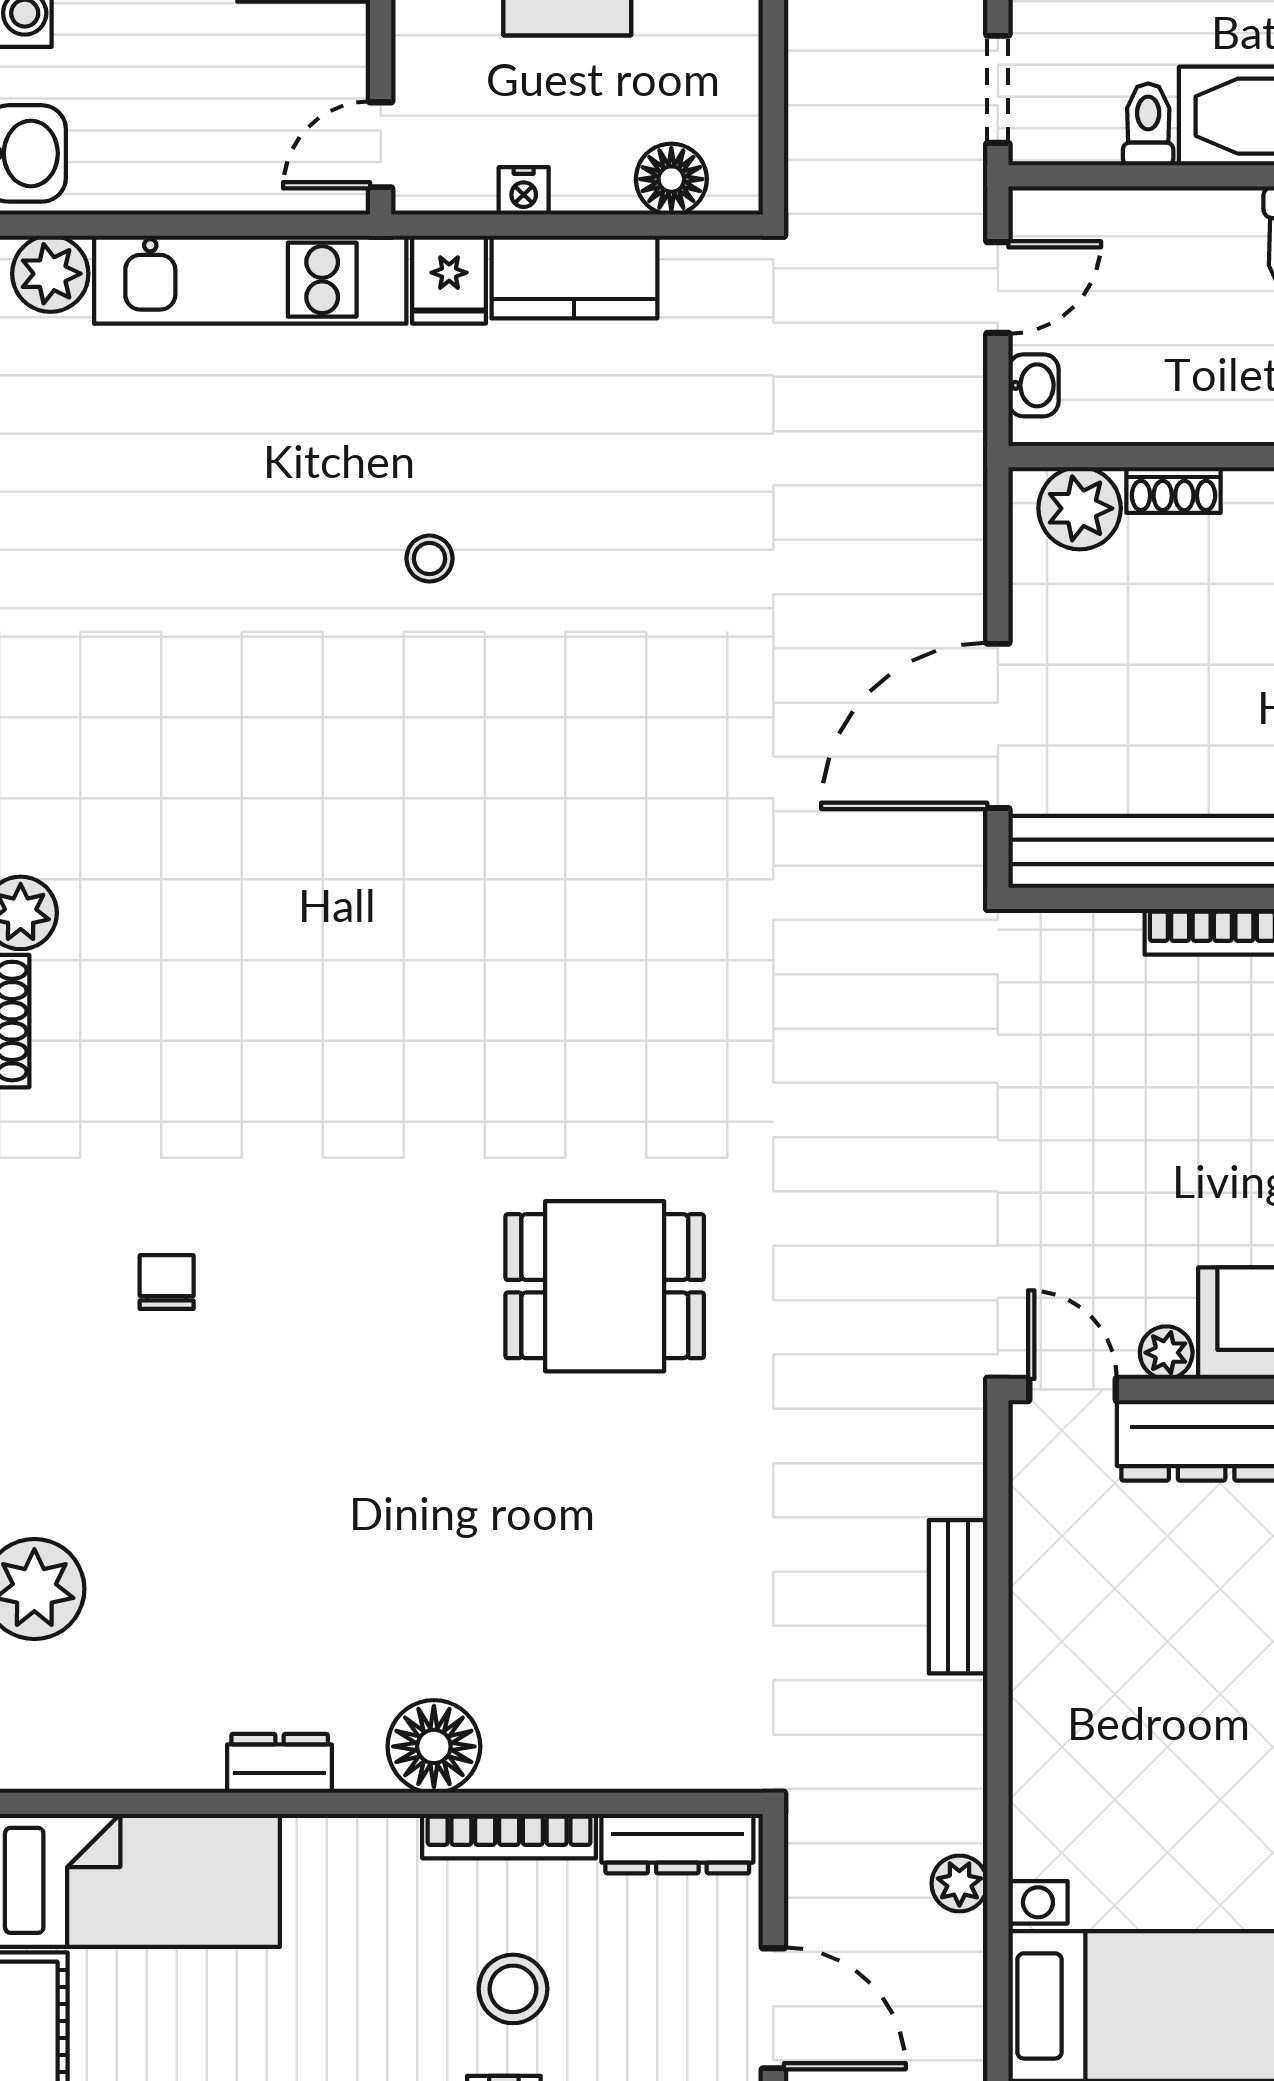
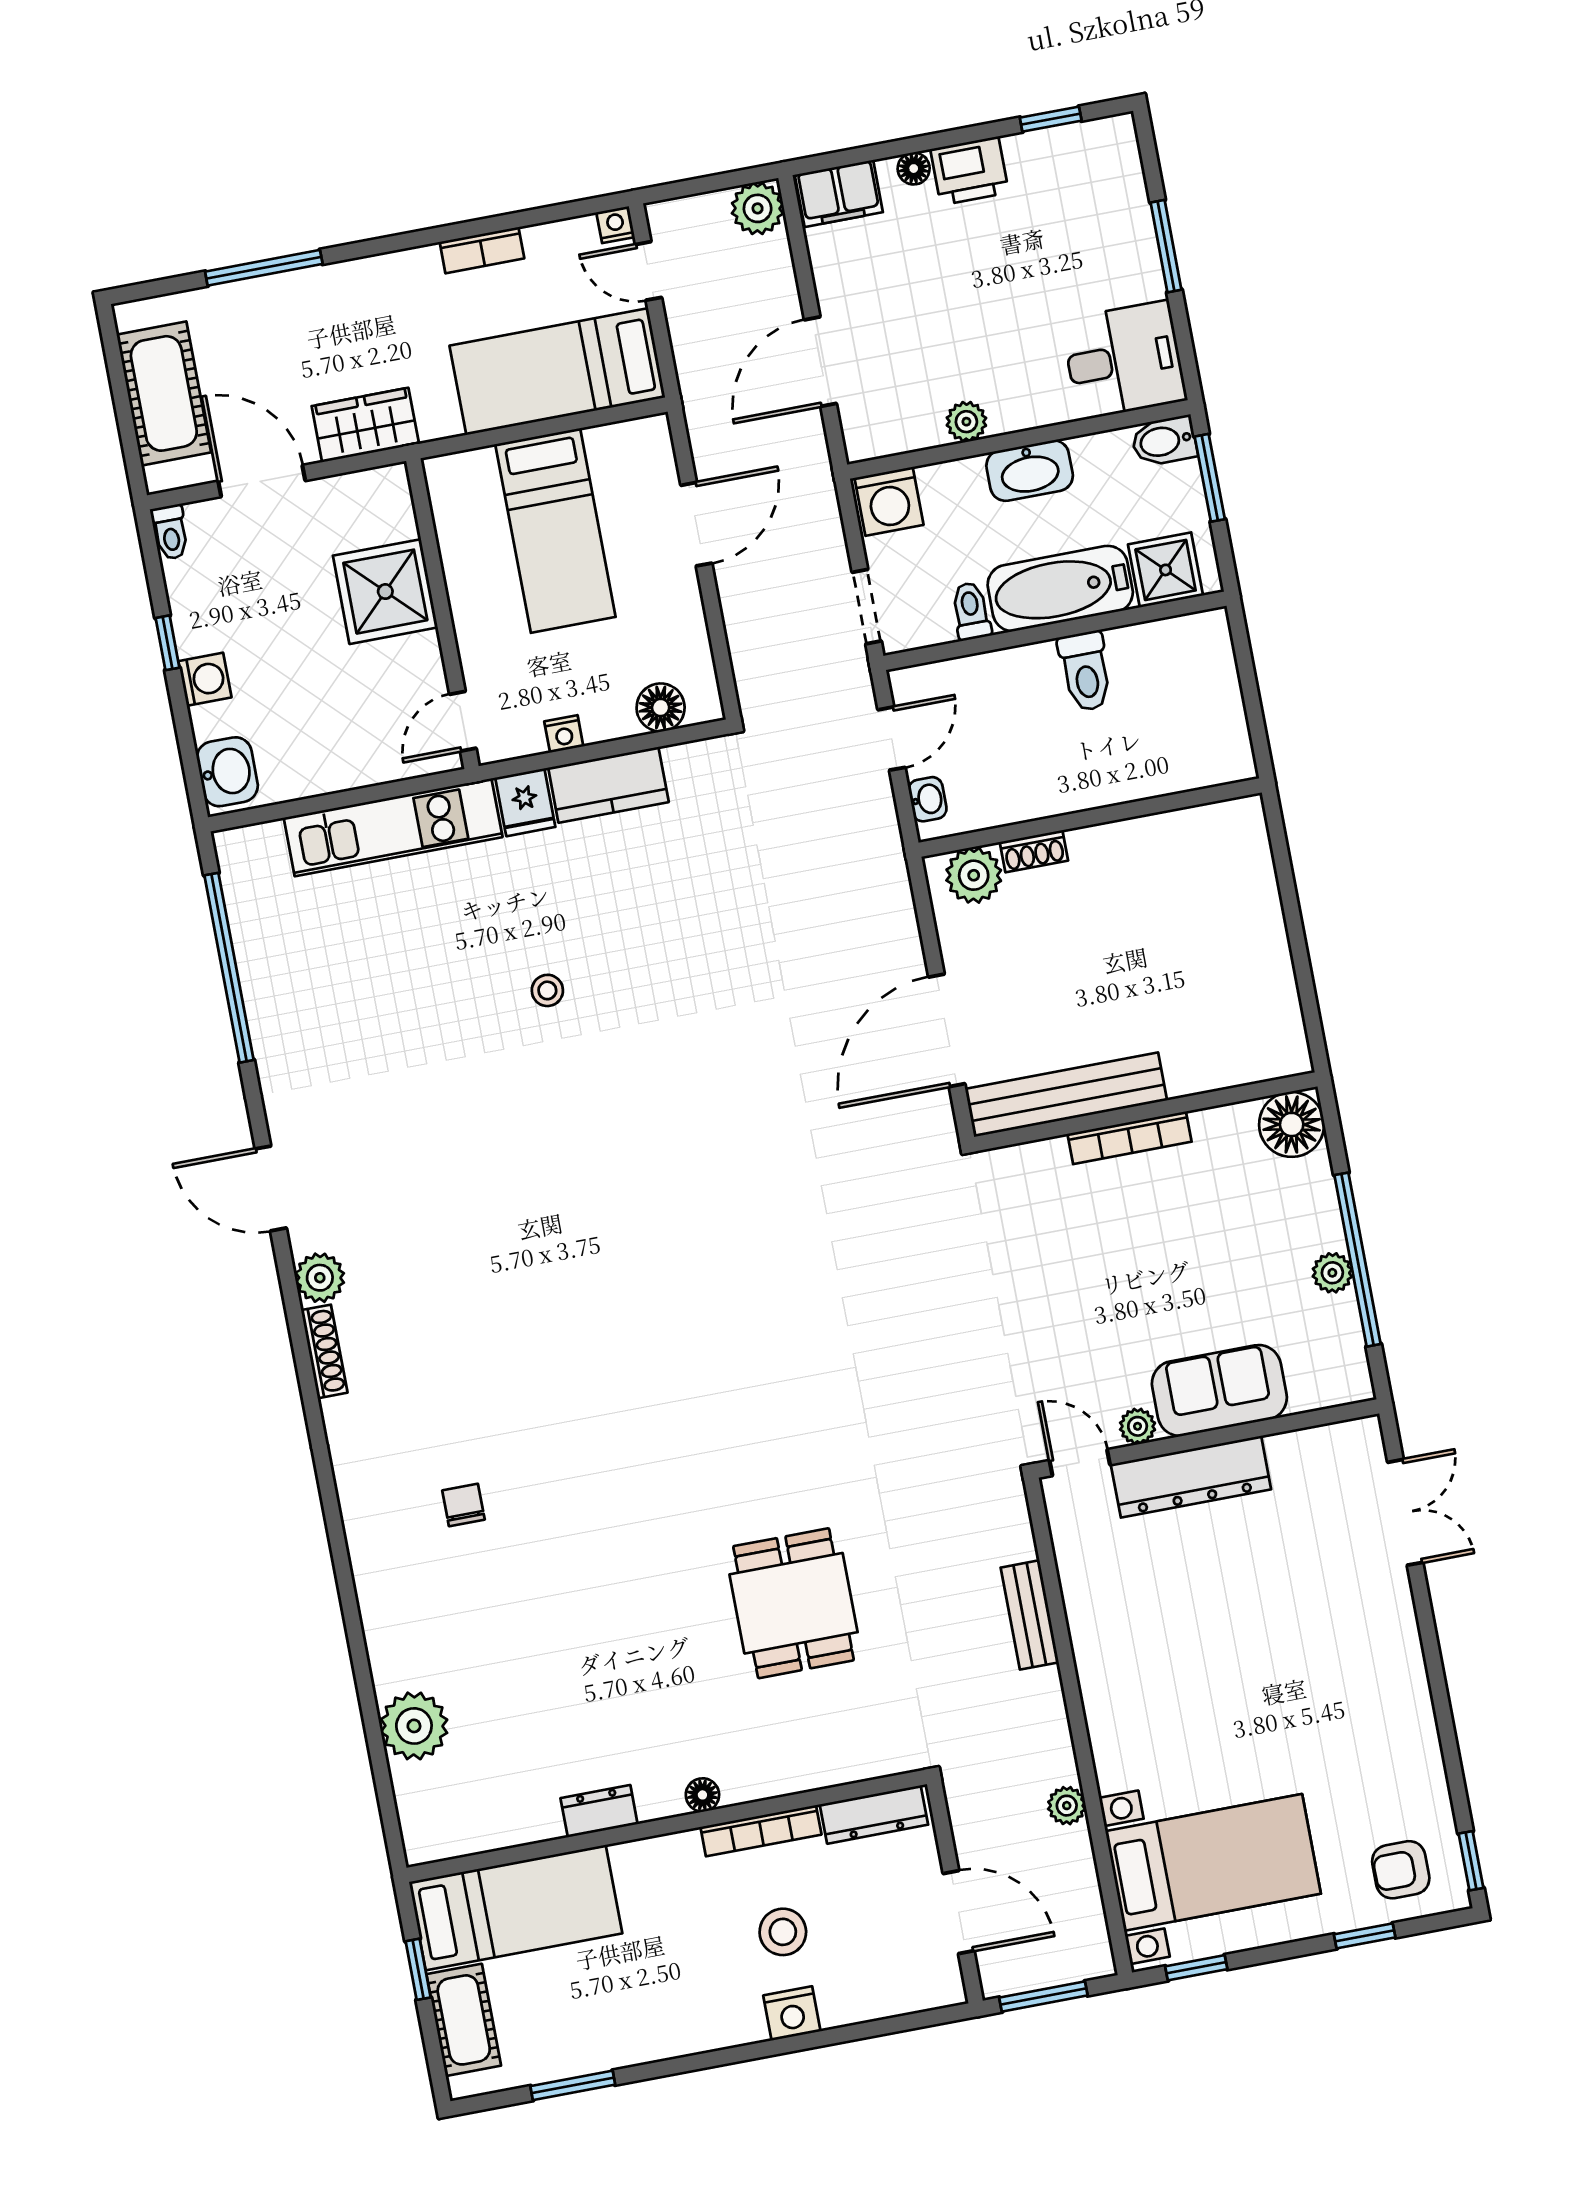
plant: (50, 274) -> (259, 849), removed
dining table: (605, 1286) -> (794, 1603), moved, turned 90
floor lamp: (434, 1746) -> (702, 1795), width x0.53, depth x0.53

